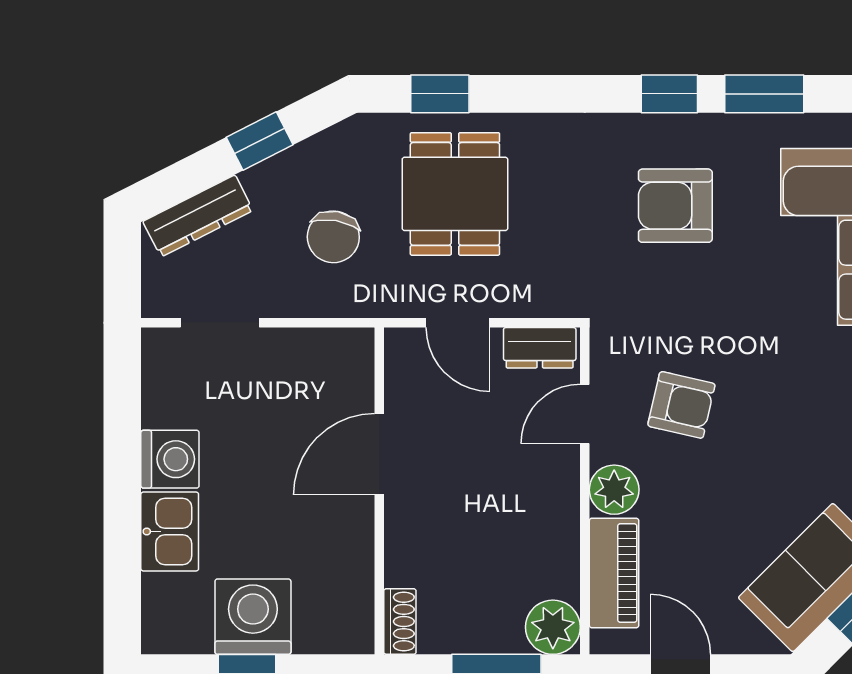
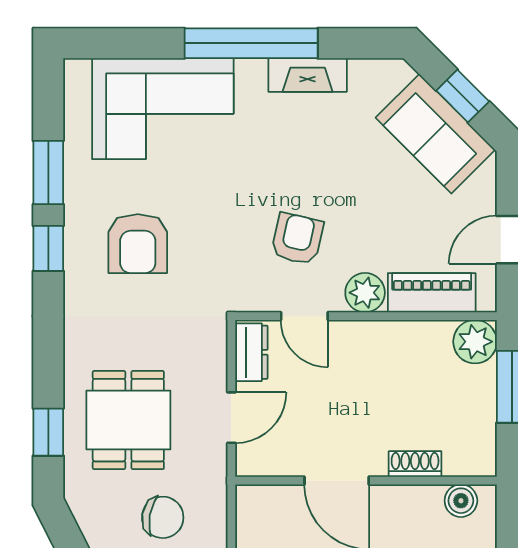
dining table: (455, 194) -> (128, 420), turned 90
boiler: (354, 610) -> (461, 501), added
shoe rack: (400, 621) -> (415, 464), moved

